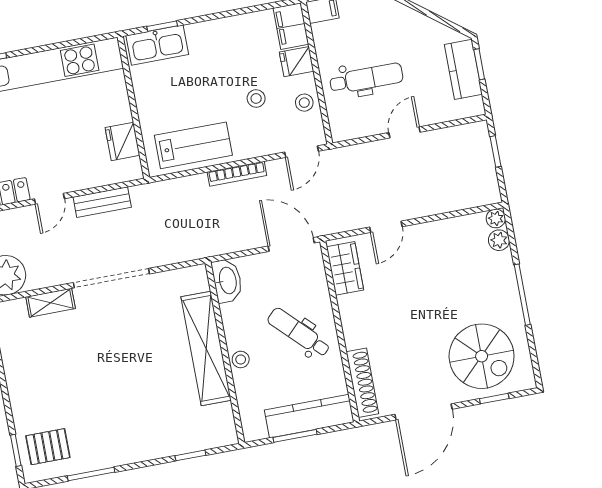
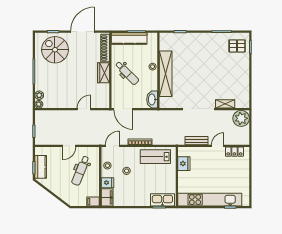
dental chair: (366, 78) -> (81, 171), turned -68
wardrobe: (345, 268) -> (104, 73), moved

